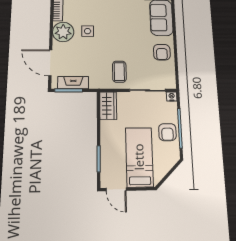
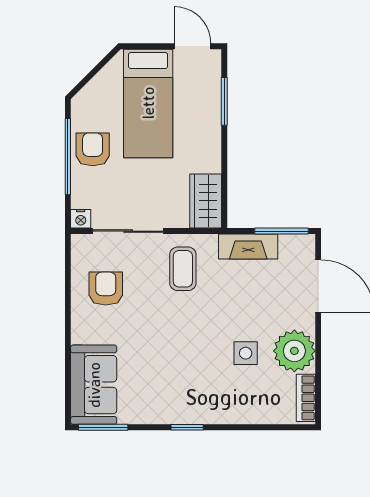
armchair: (162, 52) -> (106, 289), moved
fireplace: (73, 83) -> (248, 247), moved

